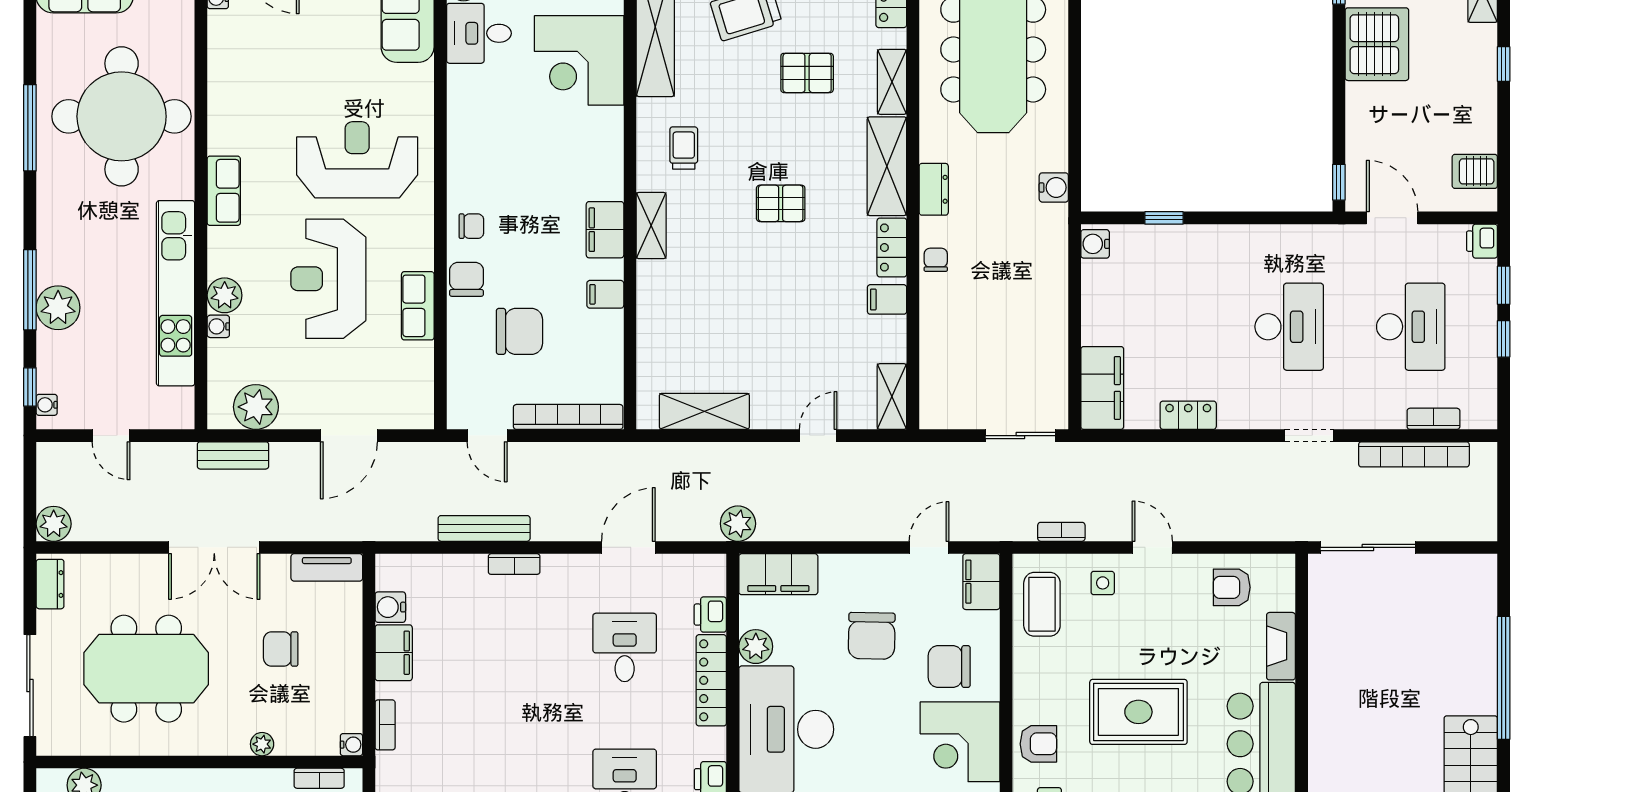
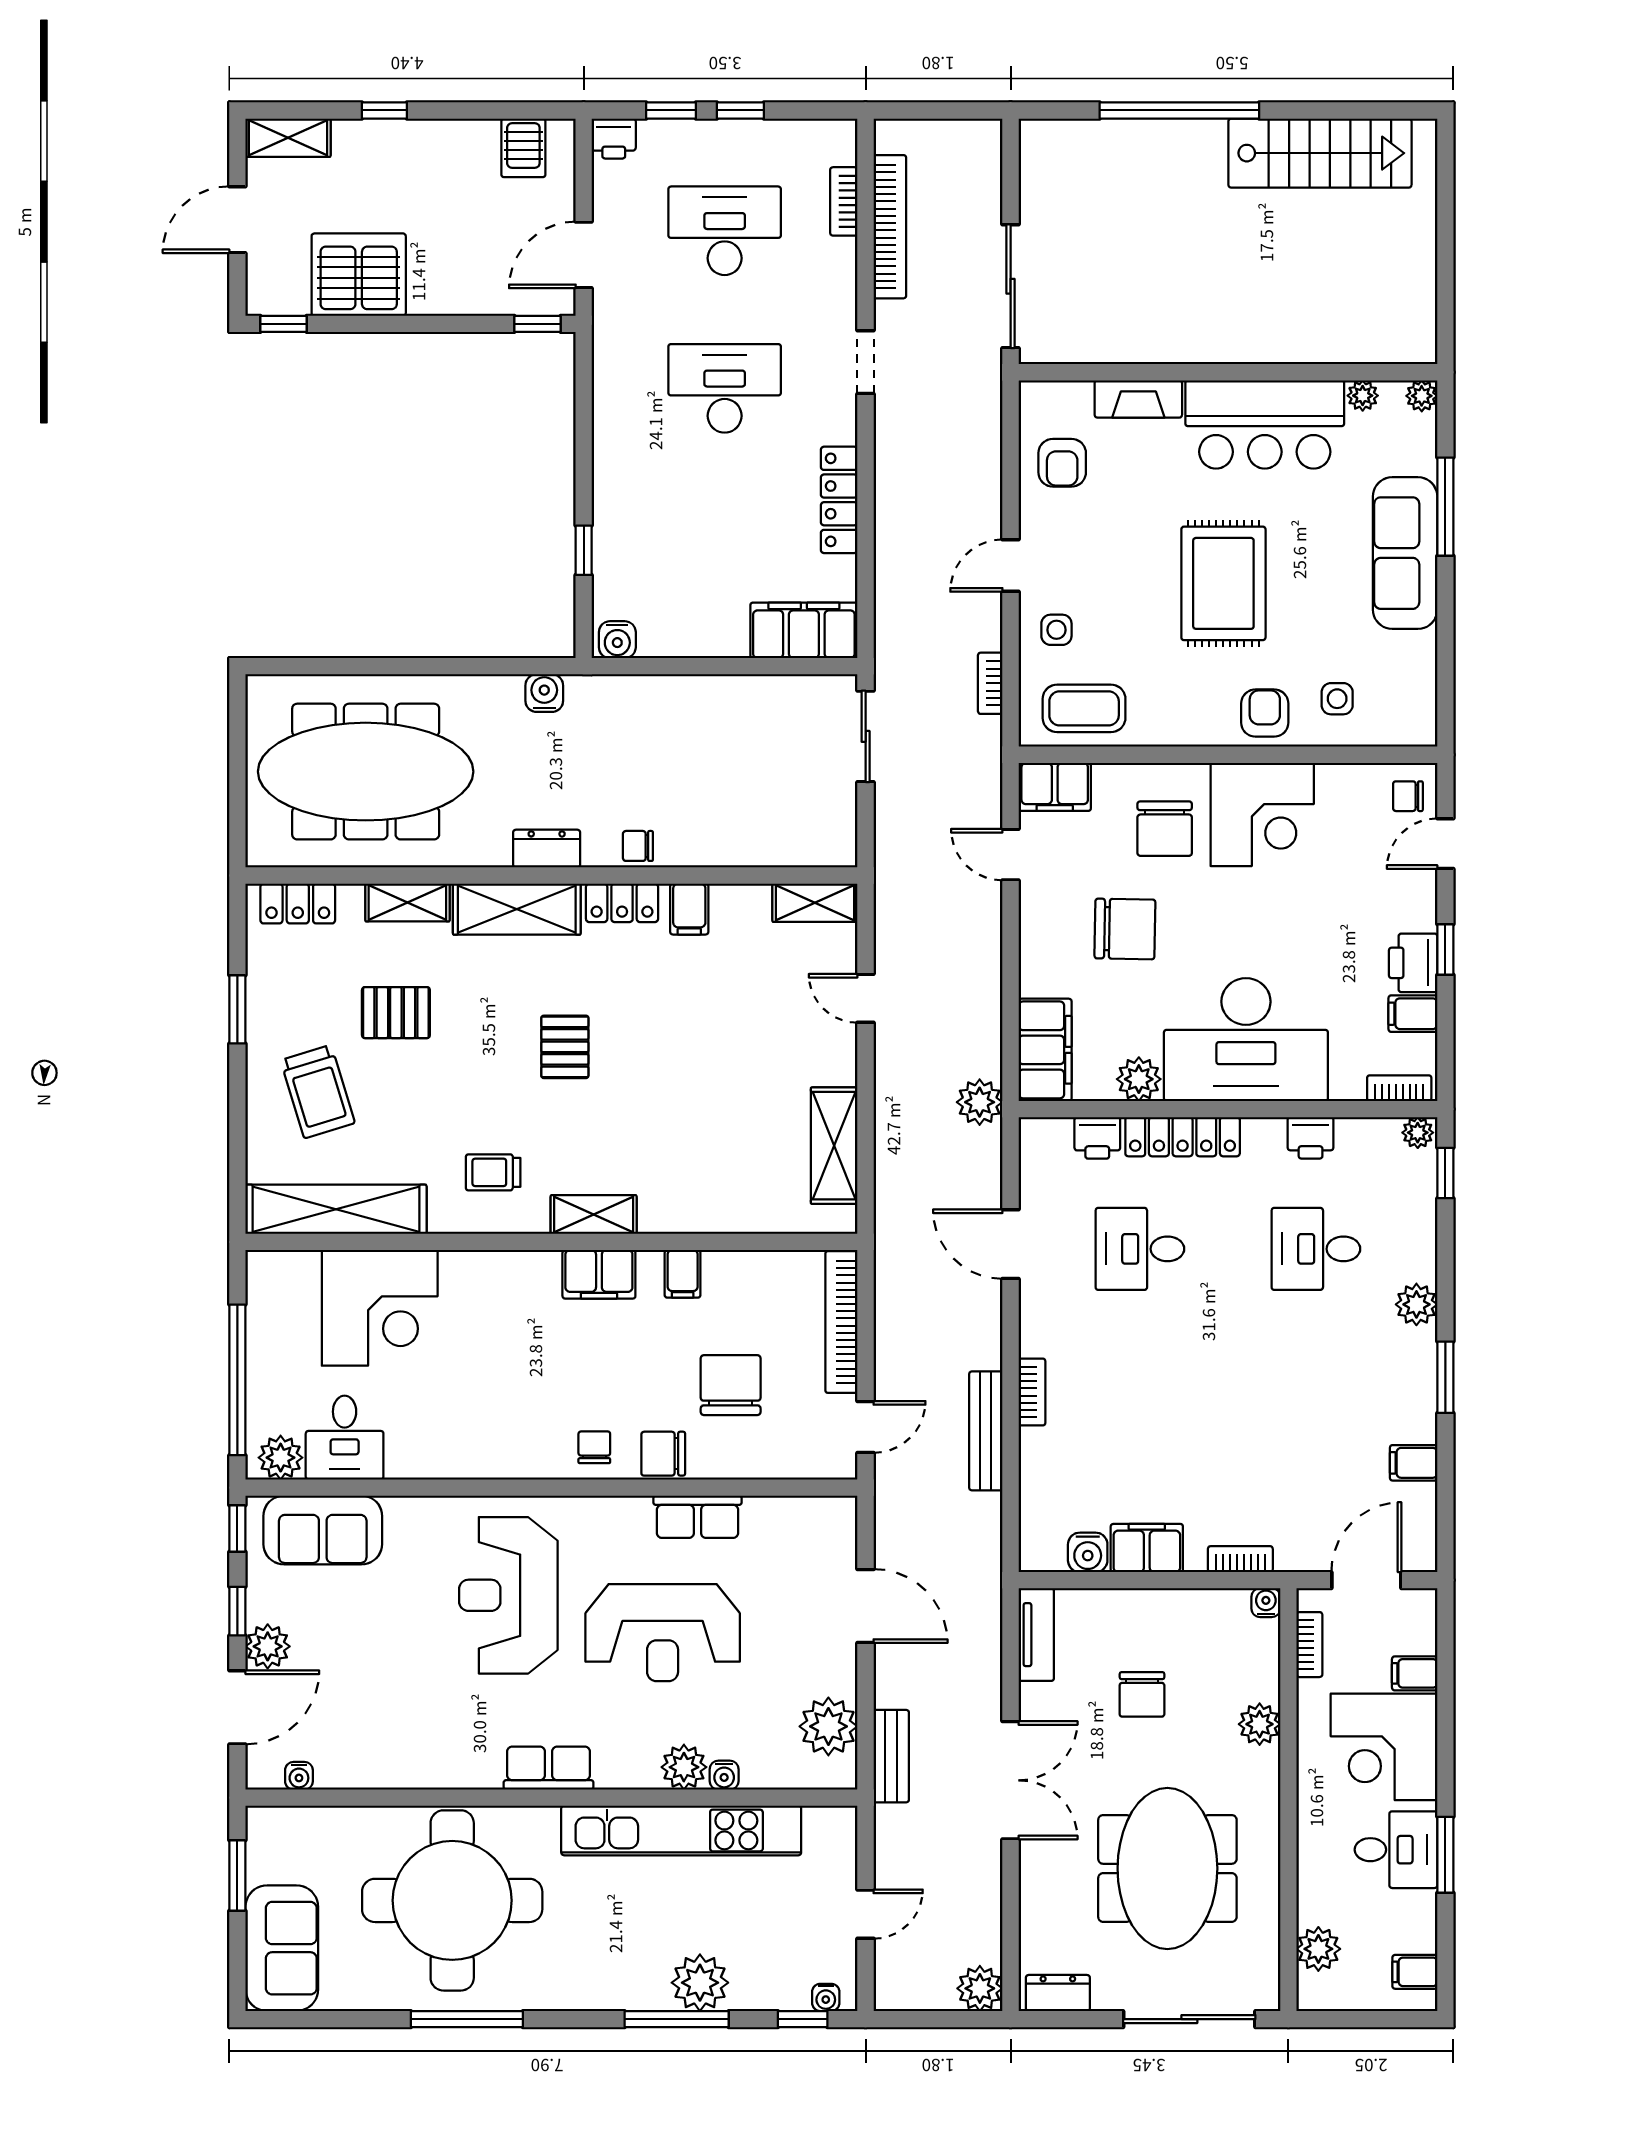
pallet: (807, 73) -> (396, 1013), turned 90
locker: (1188, 415) -> (839, 500), width x1.53
plant: (262, 744) -> (1260, 1724), width x1.38, depth x1.38

